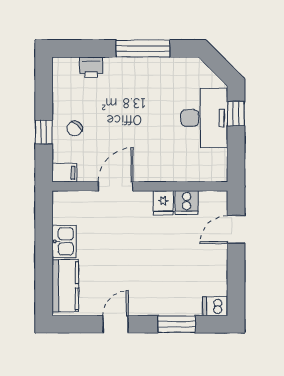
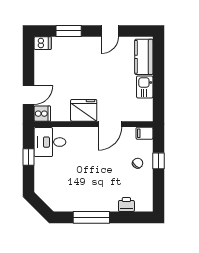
window: (236, 114) -> (28, 157), moved
desk: (204, 118) -> (50, 142), moved, width x0.73
fridge: (163, 203) -> (84, 110), width x1.88, depth x1.34
cooker: (187, 203) -> (42, 114), moved, turned 90

